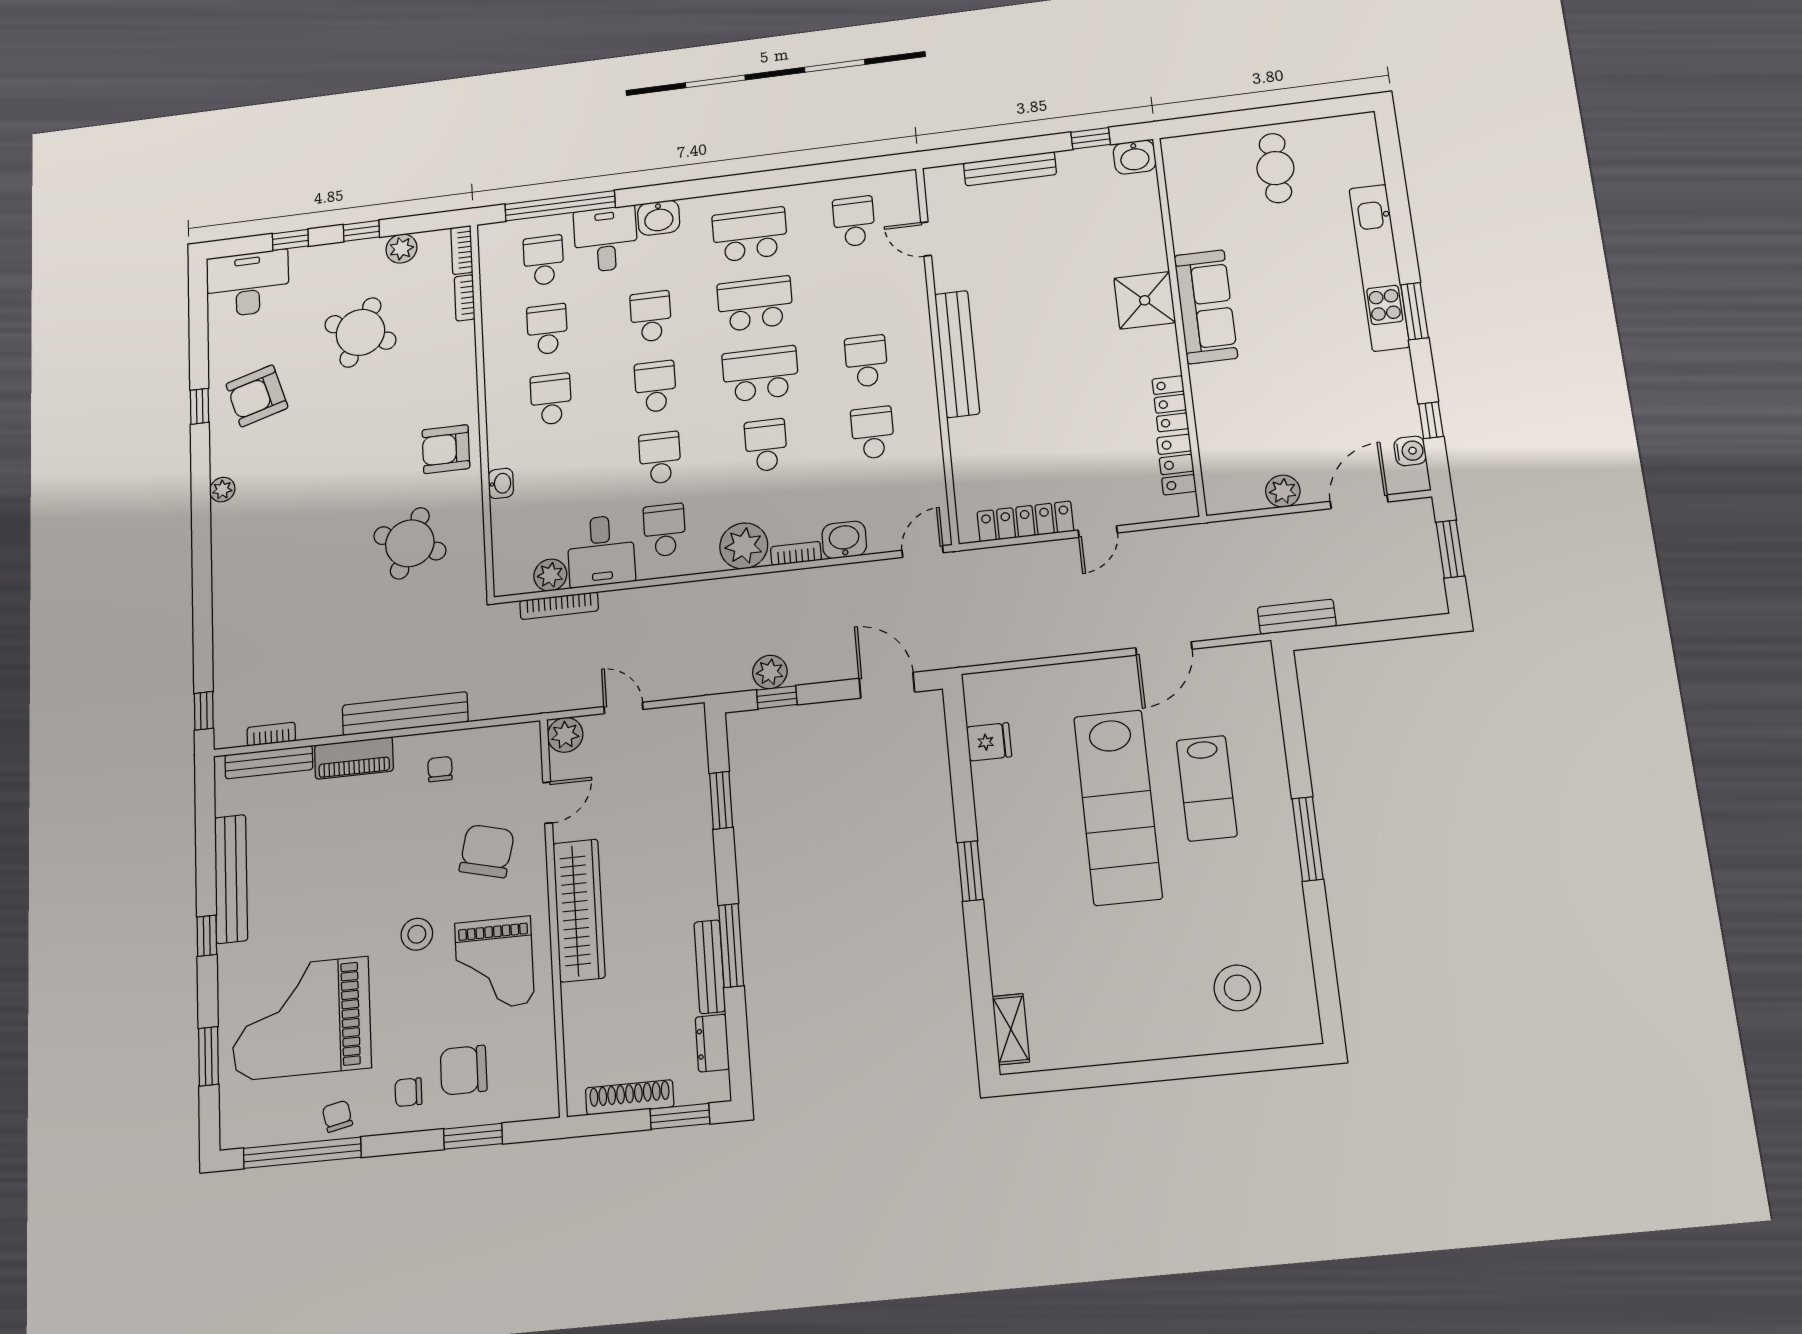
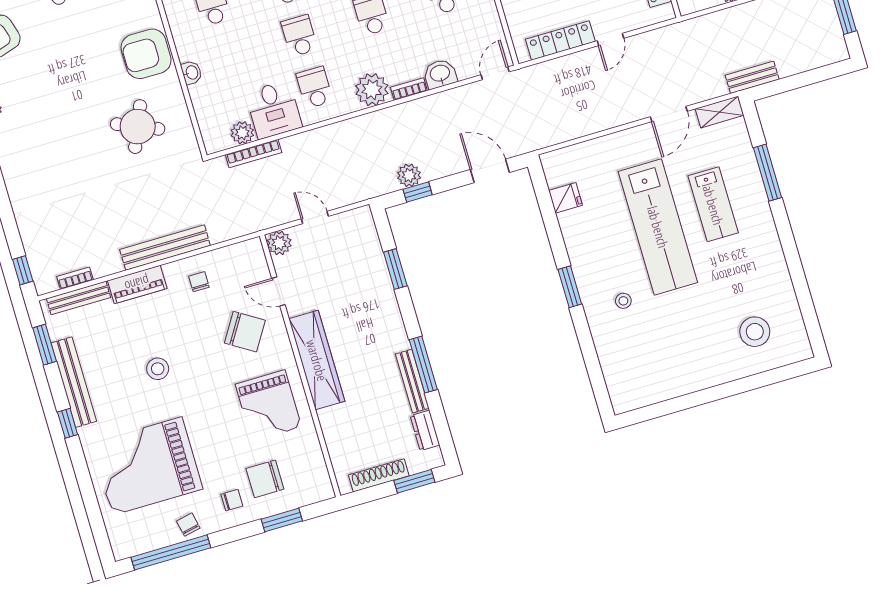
armchair: (446, 449) -> (146, 54), width x1.36, depth x1.36
door: (548, 803) -> (278, 291), swing flipped
window: (1308, 839) -> (768, 173), moved
chair: (487, 851) -> (245, 332), turned 108
stool: (1046, 906) -> (623, 301), added
stool: (417, 934) -> (158, 369), moved
shelving: (1011, 1029) -> (720, 112), moved, turned 90
window: (208, 1056) -> (45, 345), moved
chair: (408, 1092) -> (232, 500), turned 180

